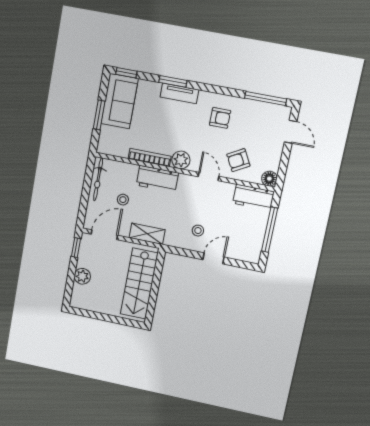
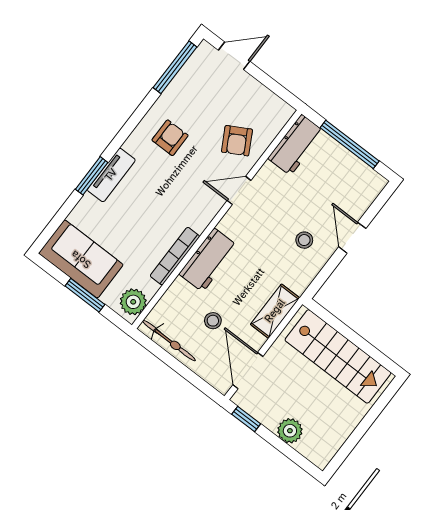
window: (126, 73) -> (49, 231), removed
plant: (181, 160) -> (133, 302), moved
floor lamp: (269, 179) -> (282, 112), removed

